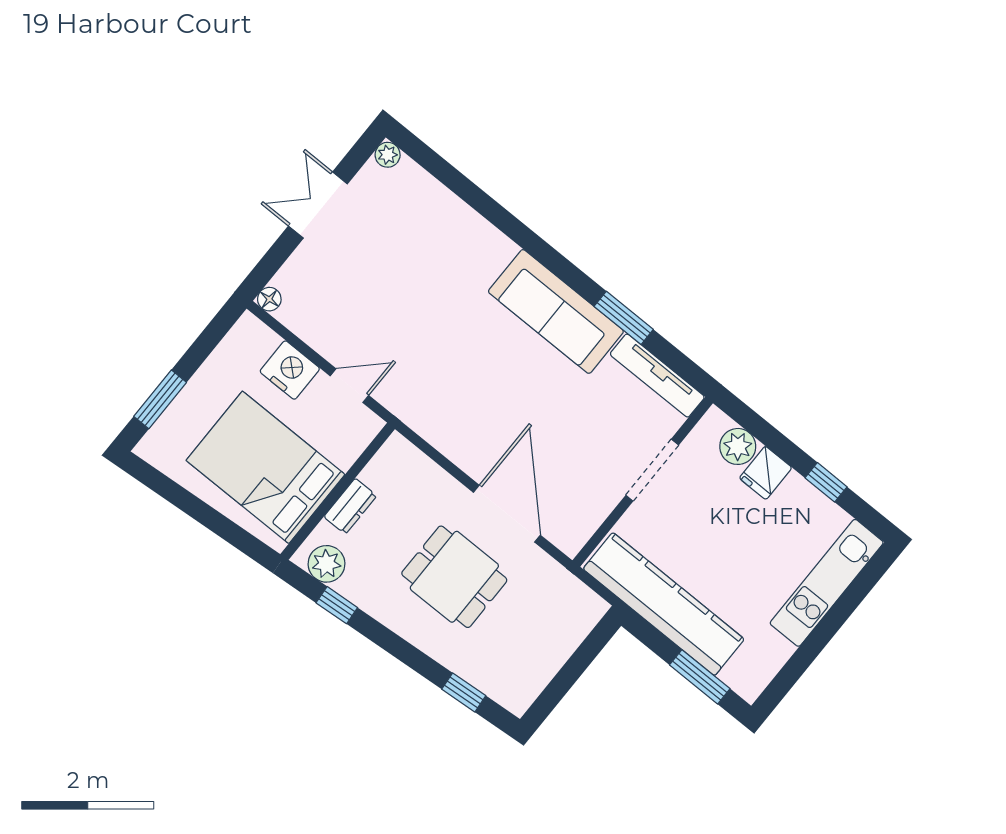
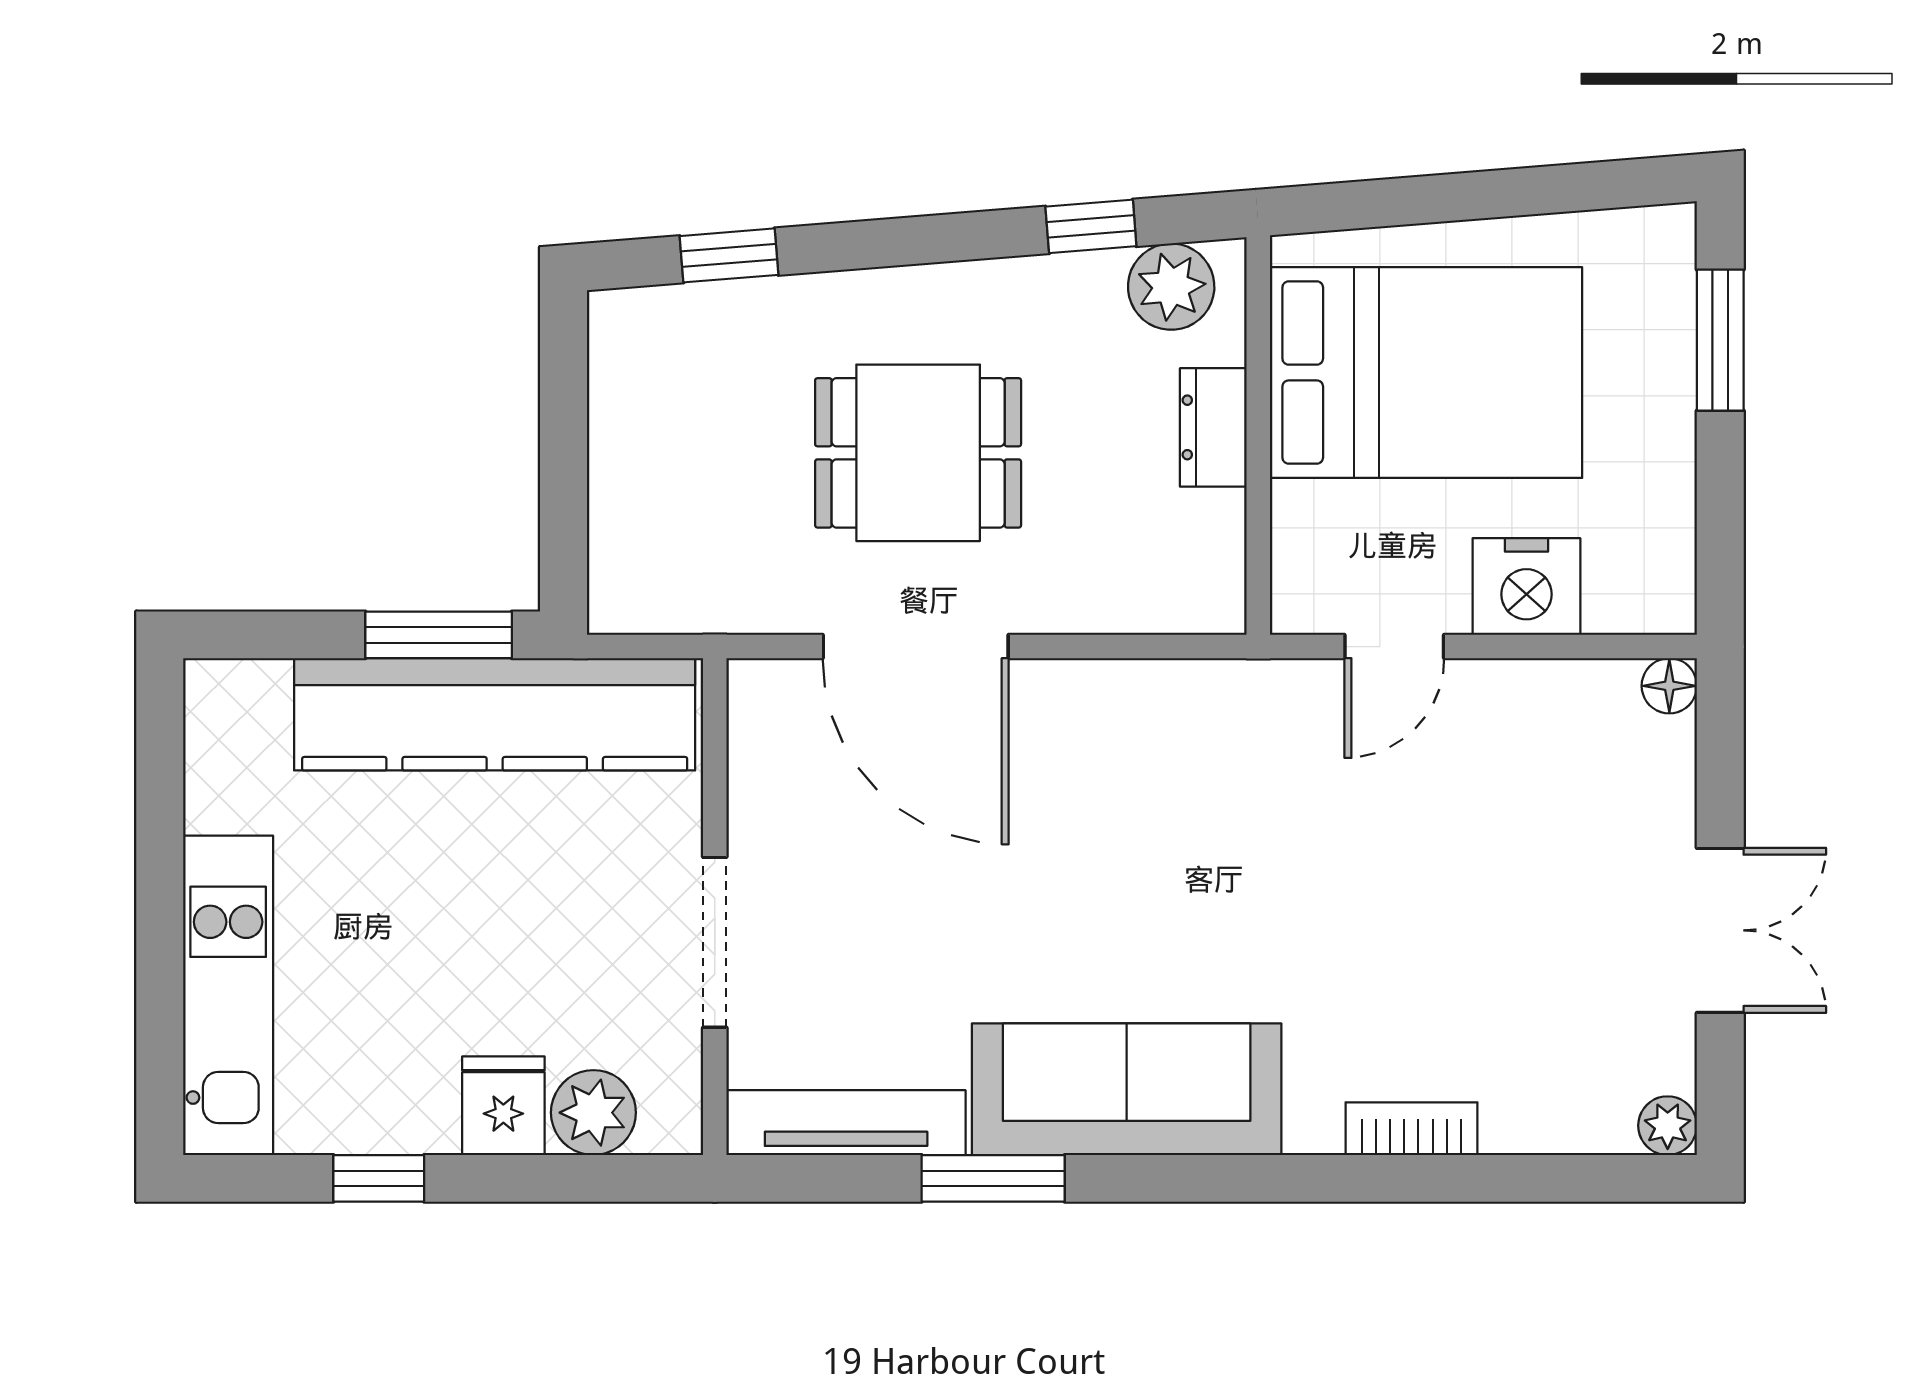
bookcase: (473, 222) -> (1411, 1129), added
window: (700, 677) -> (439, 635), moved

